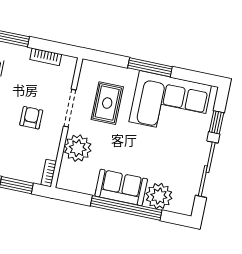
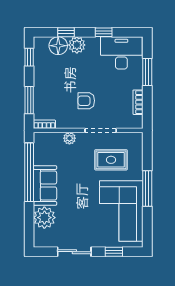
armchair: (31, 118) -> (86, 101), turned 180
plant: (78, 148) -> (69, 138), width x0.53, depth x0.53
sliding door: (207, 169) -> (74, 252), width x0.73
window: (126, 208) -> (29, 172), moved

